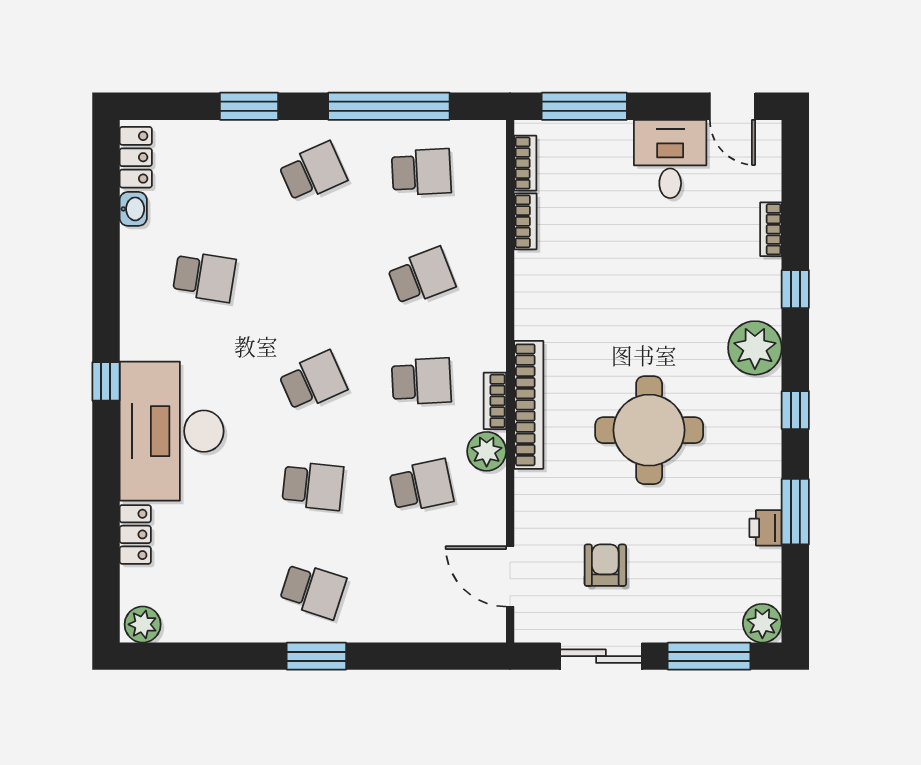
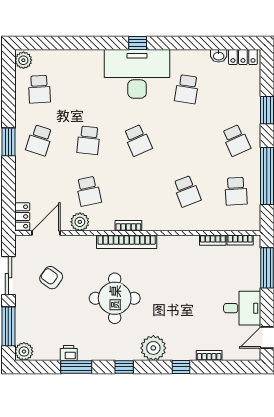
school desk: (421, 381) -> (39, 89), moved
desk: (172, 431) -> (137, 74), moved
plant: (487, 451) -> (80, 222), moved
locker: (135, 534) -> (22, 216), moved, turned -90
armchair: (605, 565) -> (51, 278), turned -144

